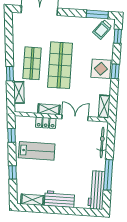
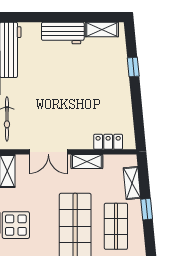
locker: (46, 123) -> (108, 142), moved
window: (12, 135) -> (138, 120), removed
lab bench: (37, 151) -> (100, 100), removed

